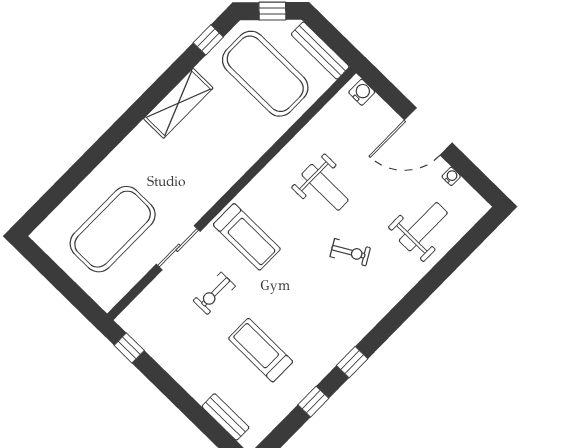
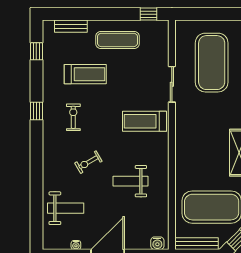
weight bench: (423, 227) -> (66, 208), turned -90
exercise bike: (214, 293) -> (73, 117), moved
exercise mat: (190, 353) -> (117, 40), added
window: (313, 402) -> (36, 51), moved

